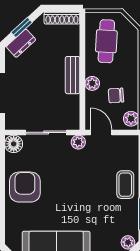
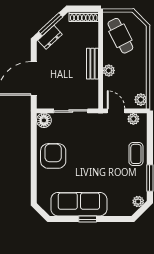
window: (22, 27) -> (51, 24), width x1.50
cafe table: (106, 41) -> (120, 36), turned -30
chair: (116, 96) -> (128, 80), removed
plant: (78, 142) -> (133, 119), moved

